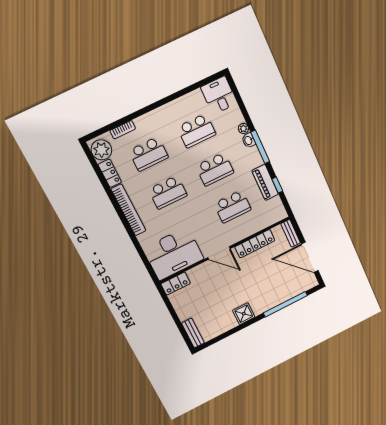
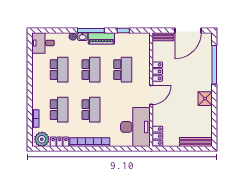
piano: (265, 182) -> (101, 38), moved
locker: (255, 244) -> (157, 72), width x0.66
bench: (193, 333) -> (196, 142), width x1.36

